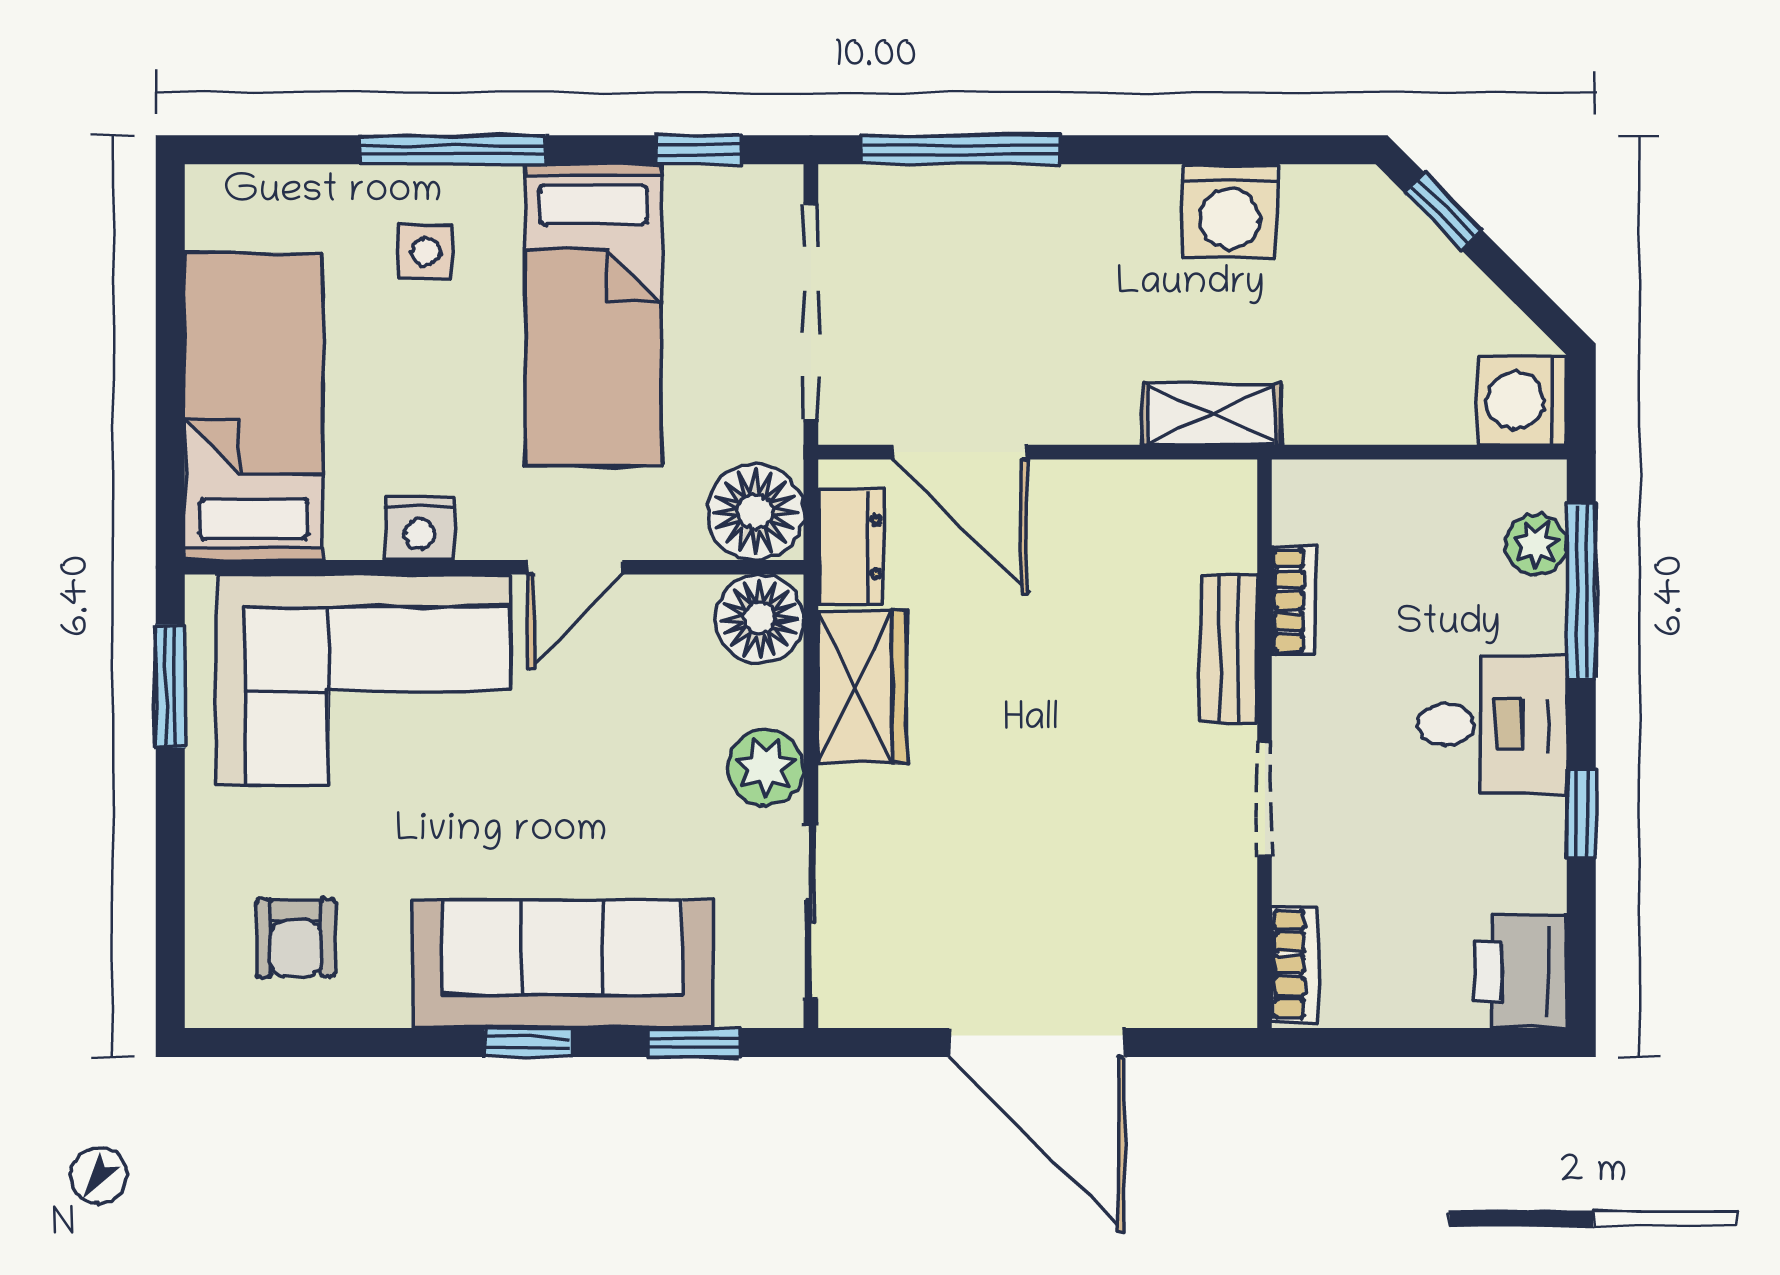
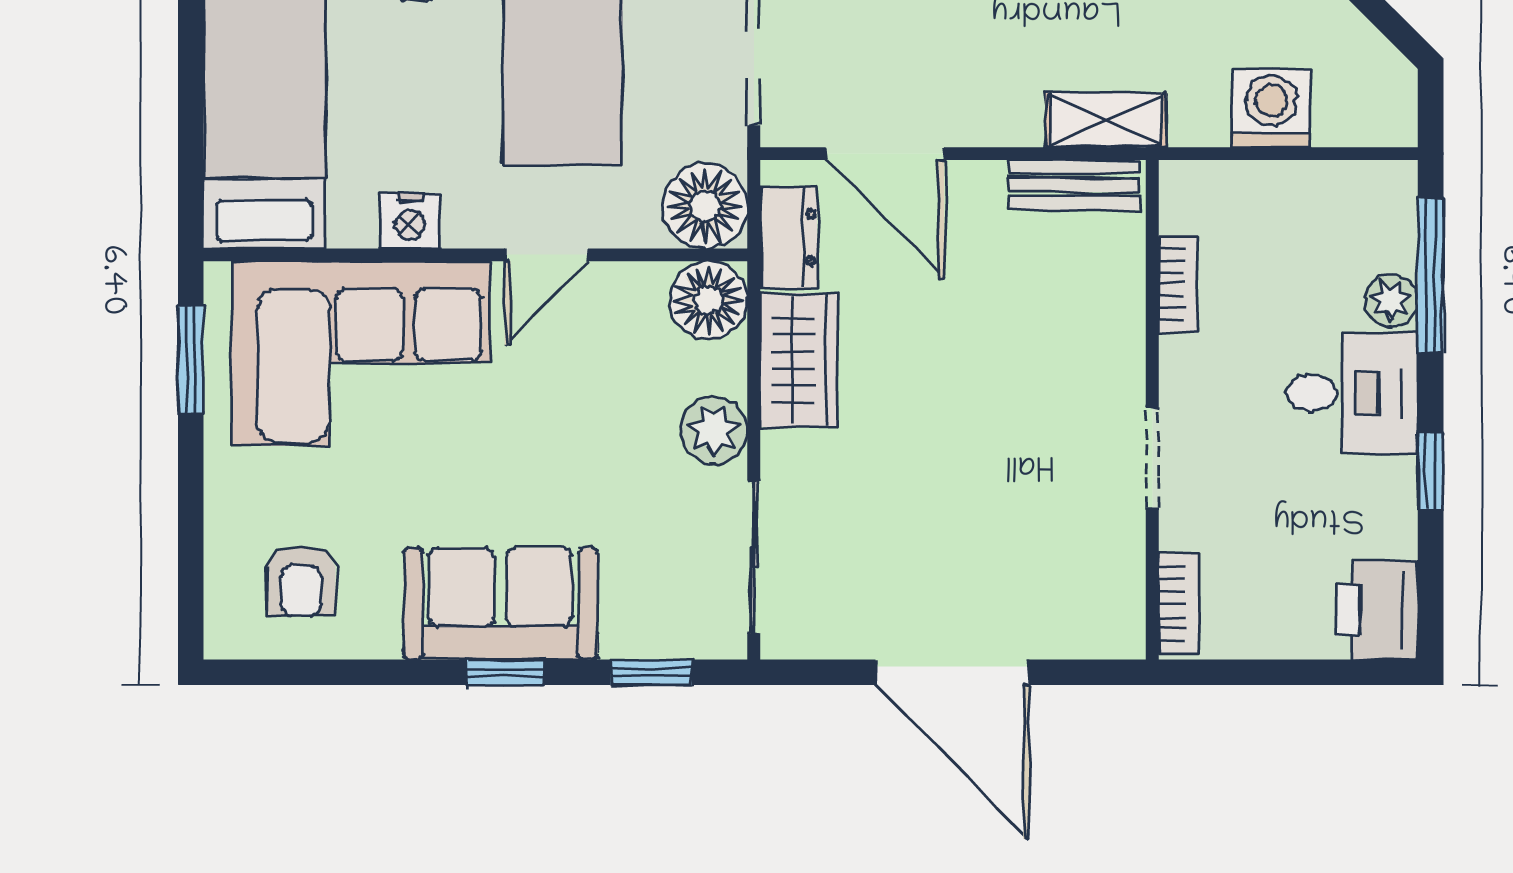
washing machine: (1522, 400) -> (1271, 108), moved, turned 90
plant: (1537, 544) -> (1391, 300), moved
bench: (1229, 649) -> (1074, 185), moved, turned 90
sofa: (562, 964) -> (501, 604), width x0.73

